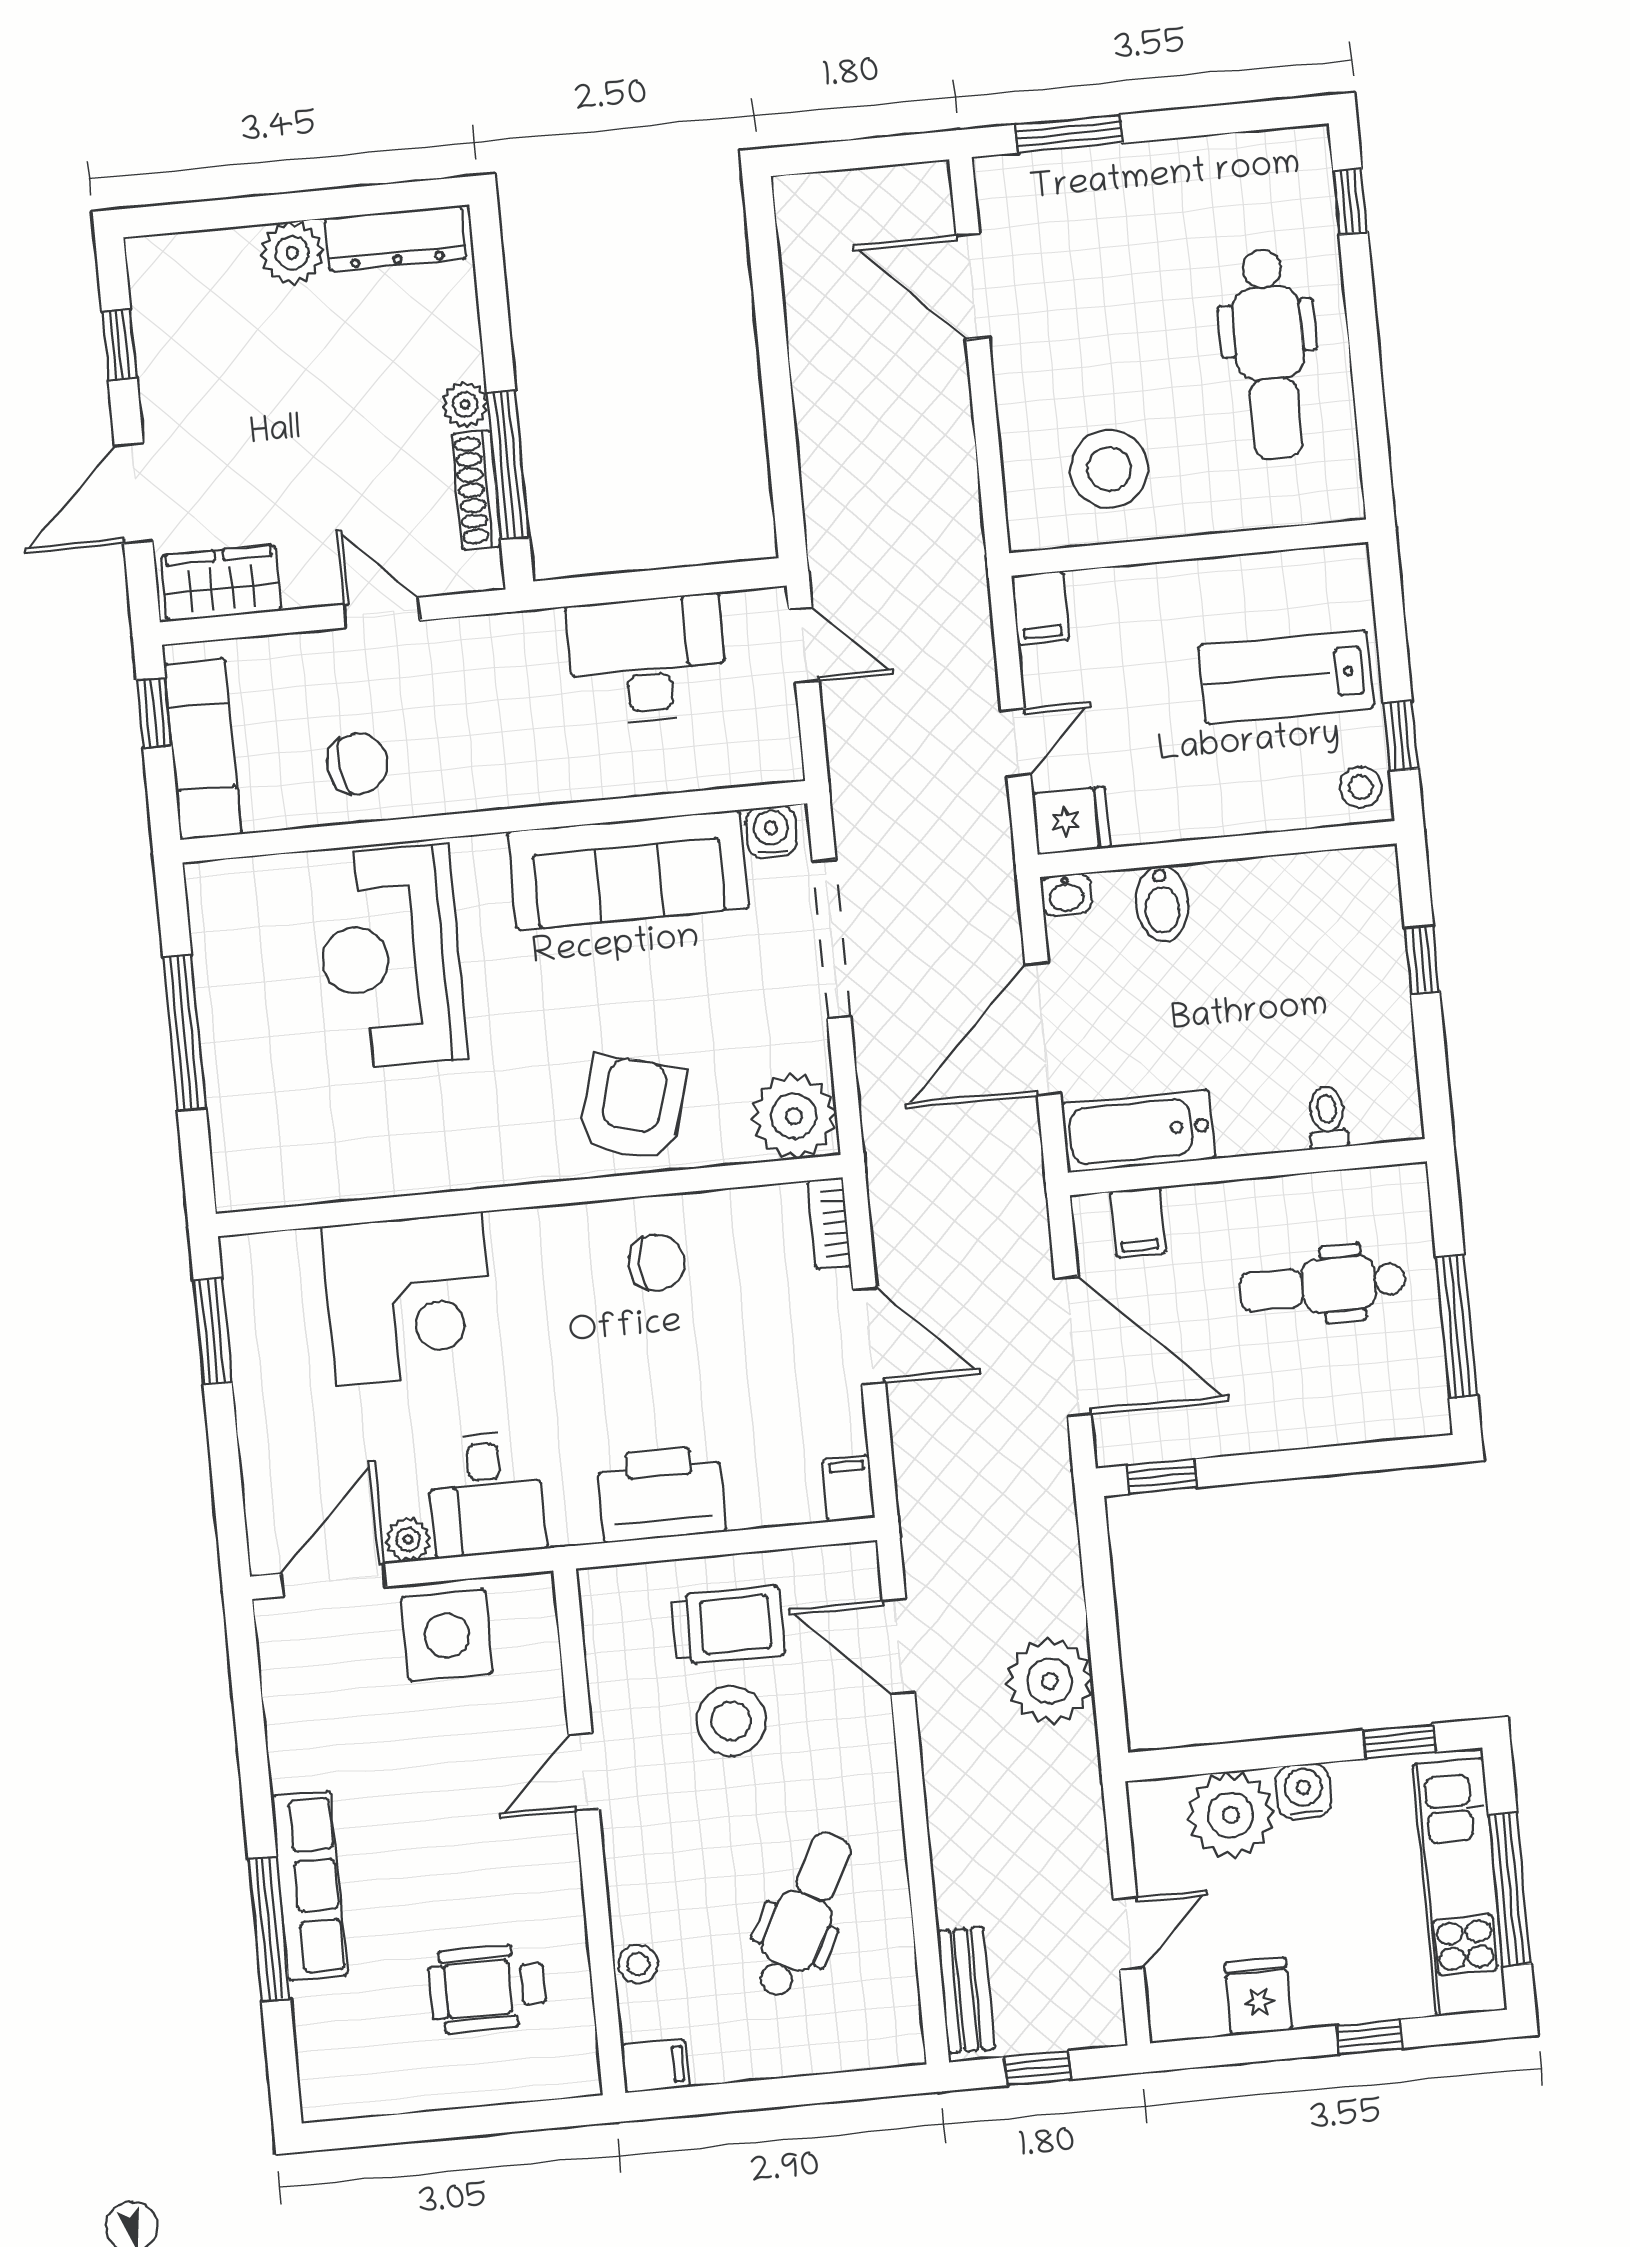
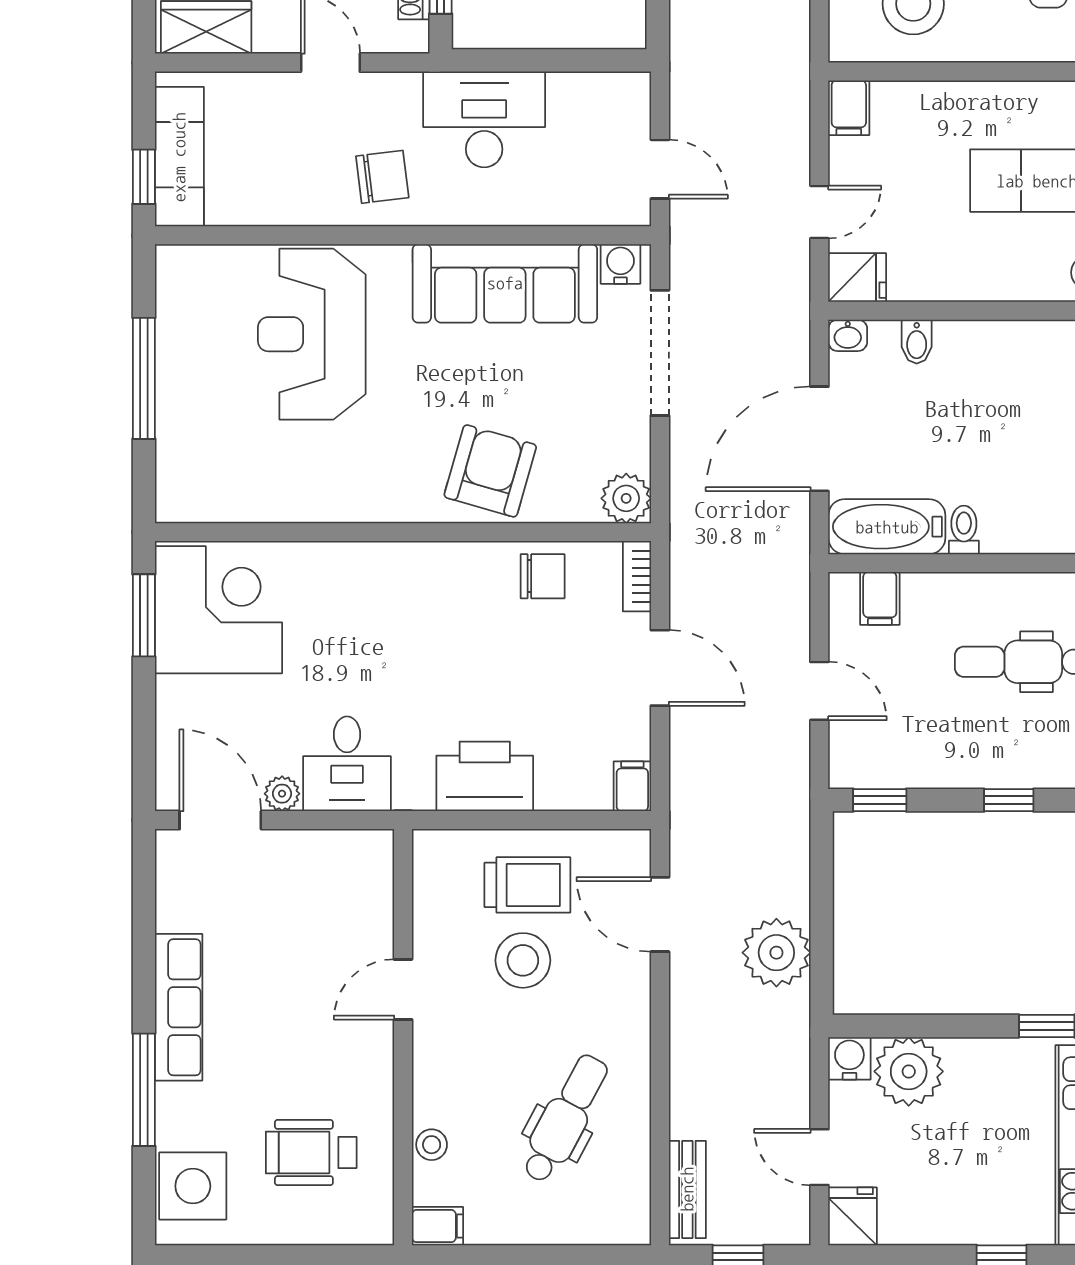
door: (804, 645) -> (660, 169), moved
desk: (647, 660) -> (484, 119), moved
window: (154, 713) -> (144, 177), moved
chair: (357, 764) -> (382, 177), moved
bidet: (1162, 904) -> (917, 342), width x0.72, depth x0.74
plant: (794, 1116) -> (626, 498), width x0.73, depth x0.73
toilet: (1327, 1117) -> (964, 530), moved
chair: (657, 1263) -> (543, 576), moved
corner desk: (409, 1299) -> (219, 610), moved, turned -90
door: (1073, 1346) -> (819, 691), width x0.53
window: (1324, 1461) -> (1009, 800), added
door: (333, 1580) -> (220, 820), hinge flipped
side table: (447, 1635) -> (193, 1186), moved
water cooler: (1304, 1791) -> (849, 1058), moved
row of seats: (309, 1886) -> (179, 1007), moved
door: (1128, 1933) -> (819, 1157), swing flipped
fridge: (1258, 1996) -> (853, 1216), moved

